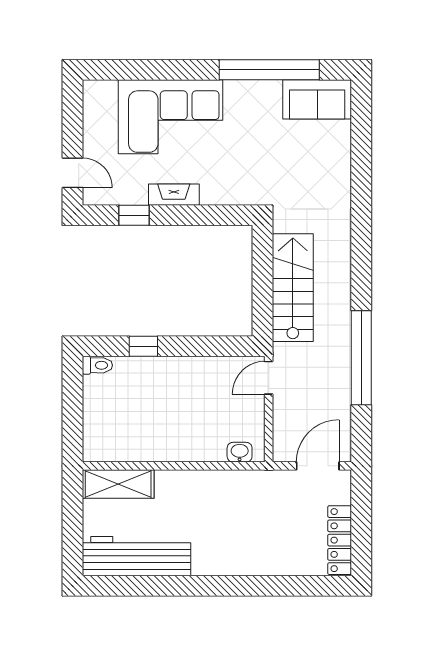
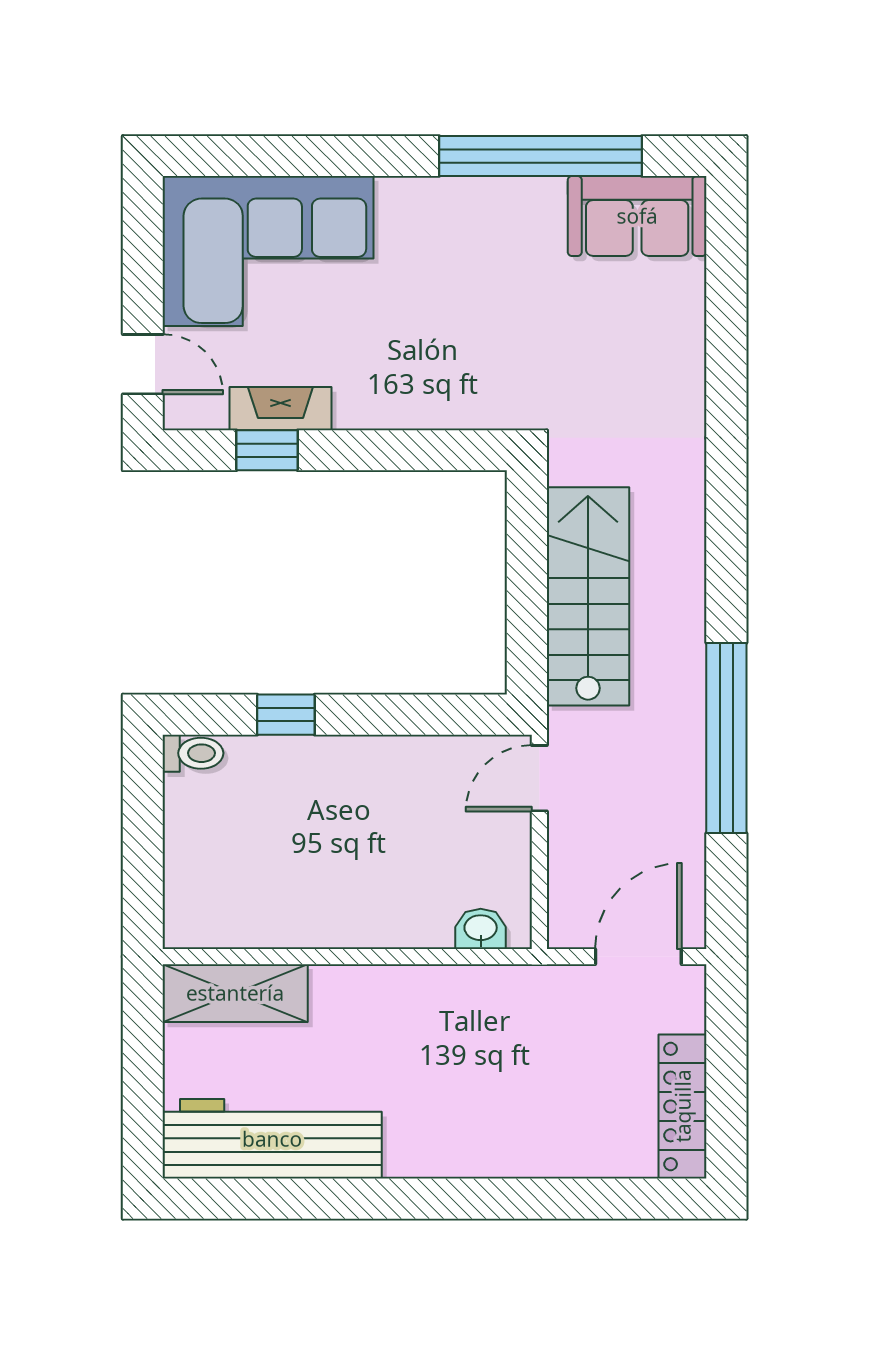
corner sofa: (170, 117) -> (268, 251), moved
fireplace: (174, 195) -> (280, 409), moved

